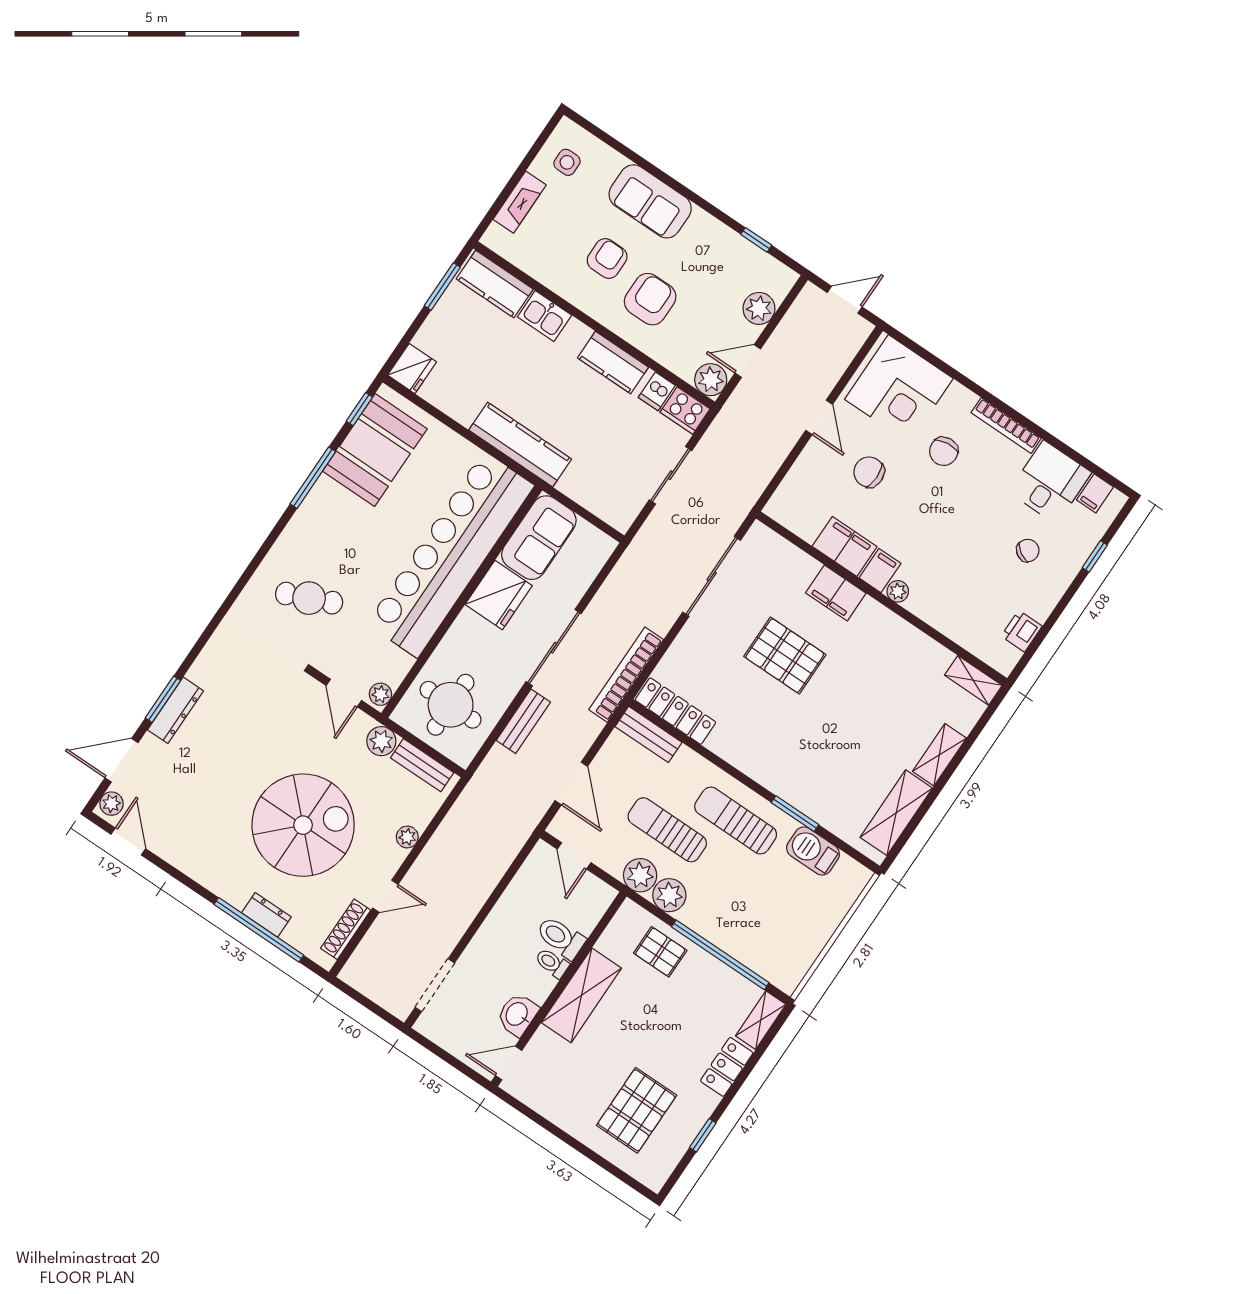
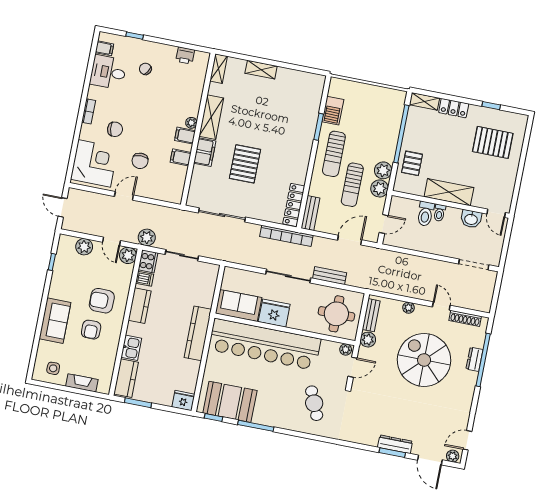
armchair: (607, 258) -> (91, 330), turned -90
bookcase: (1006, 425) -> (89, 111), width x0.64
plant: (728, 426) -> (147, 237), added
filing cabinet: (845, 546) -> (181, 157), width x0.50
shelving: (896, 813) -> (211, 117), moved, turned 90

